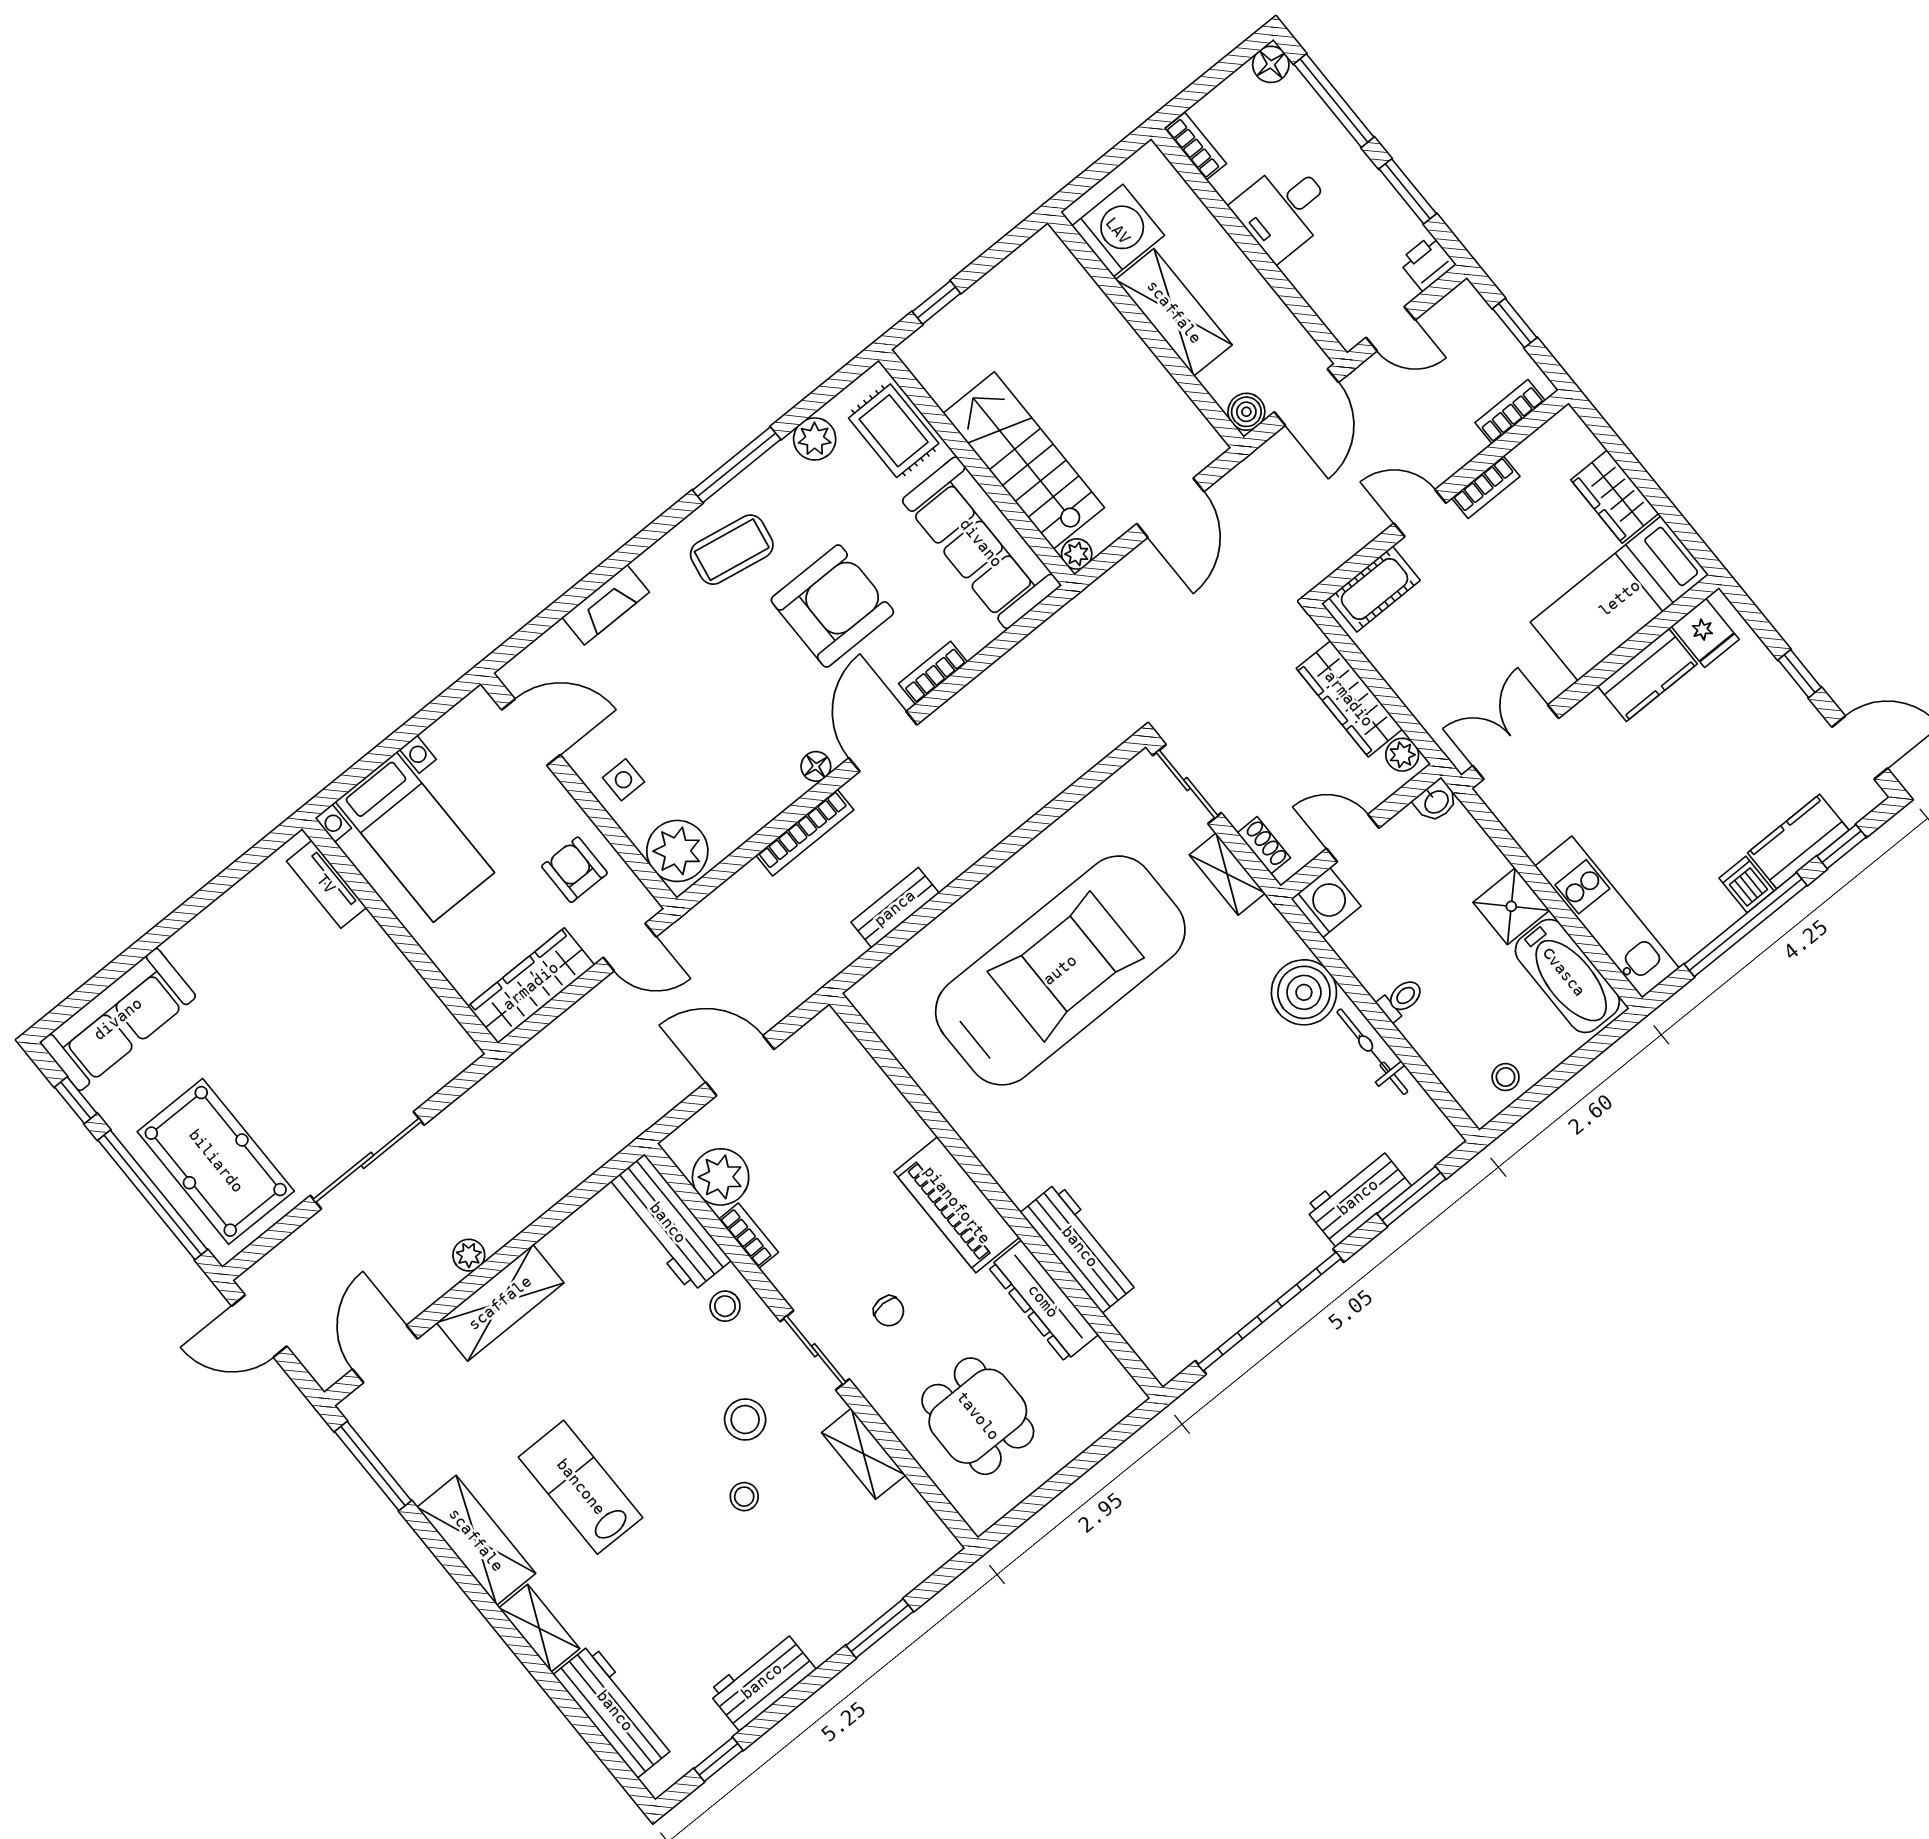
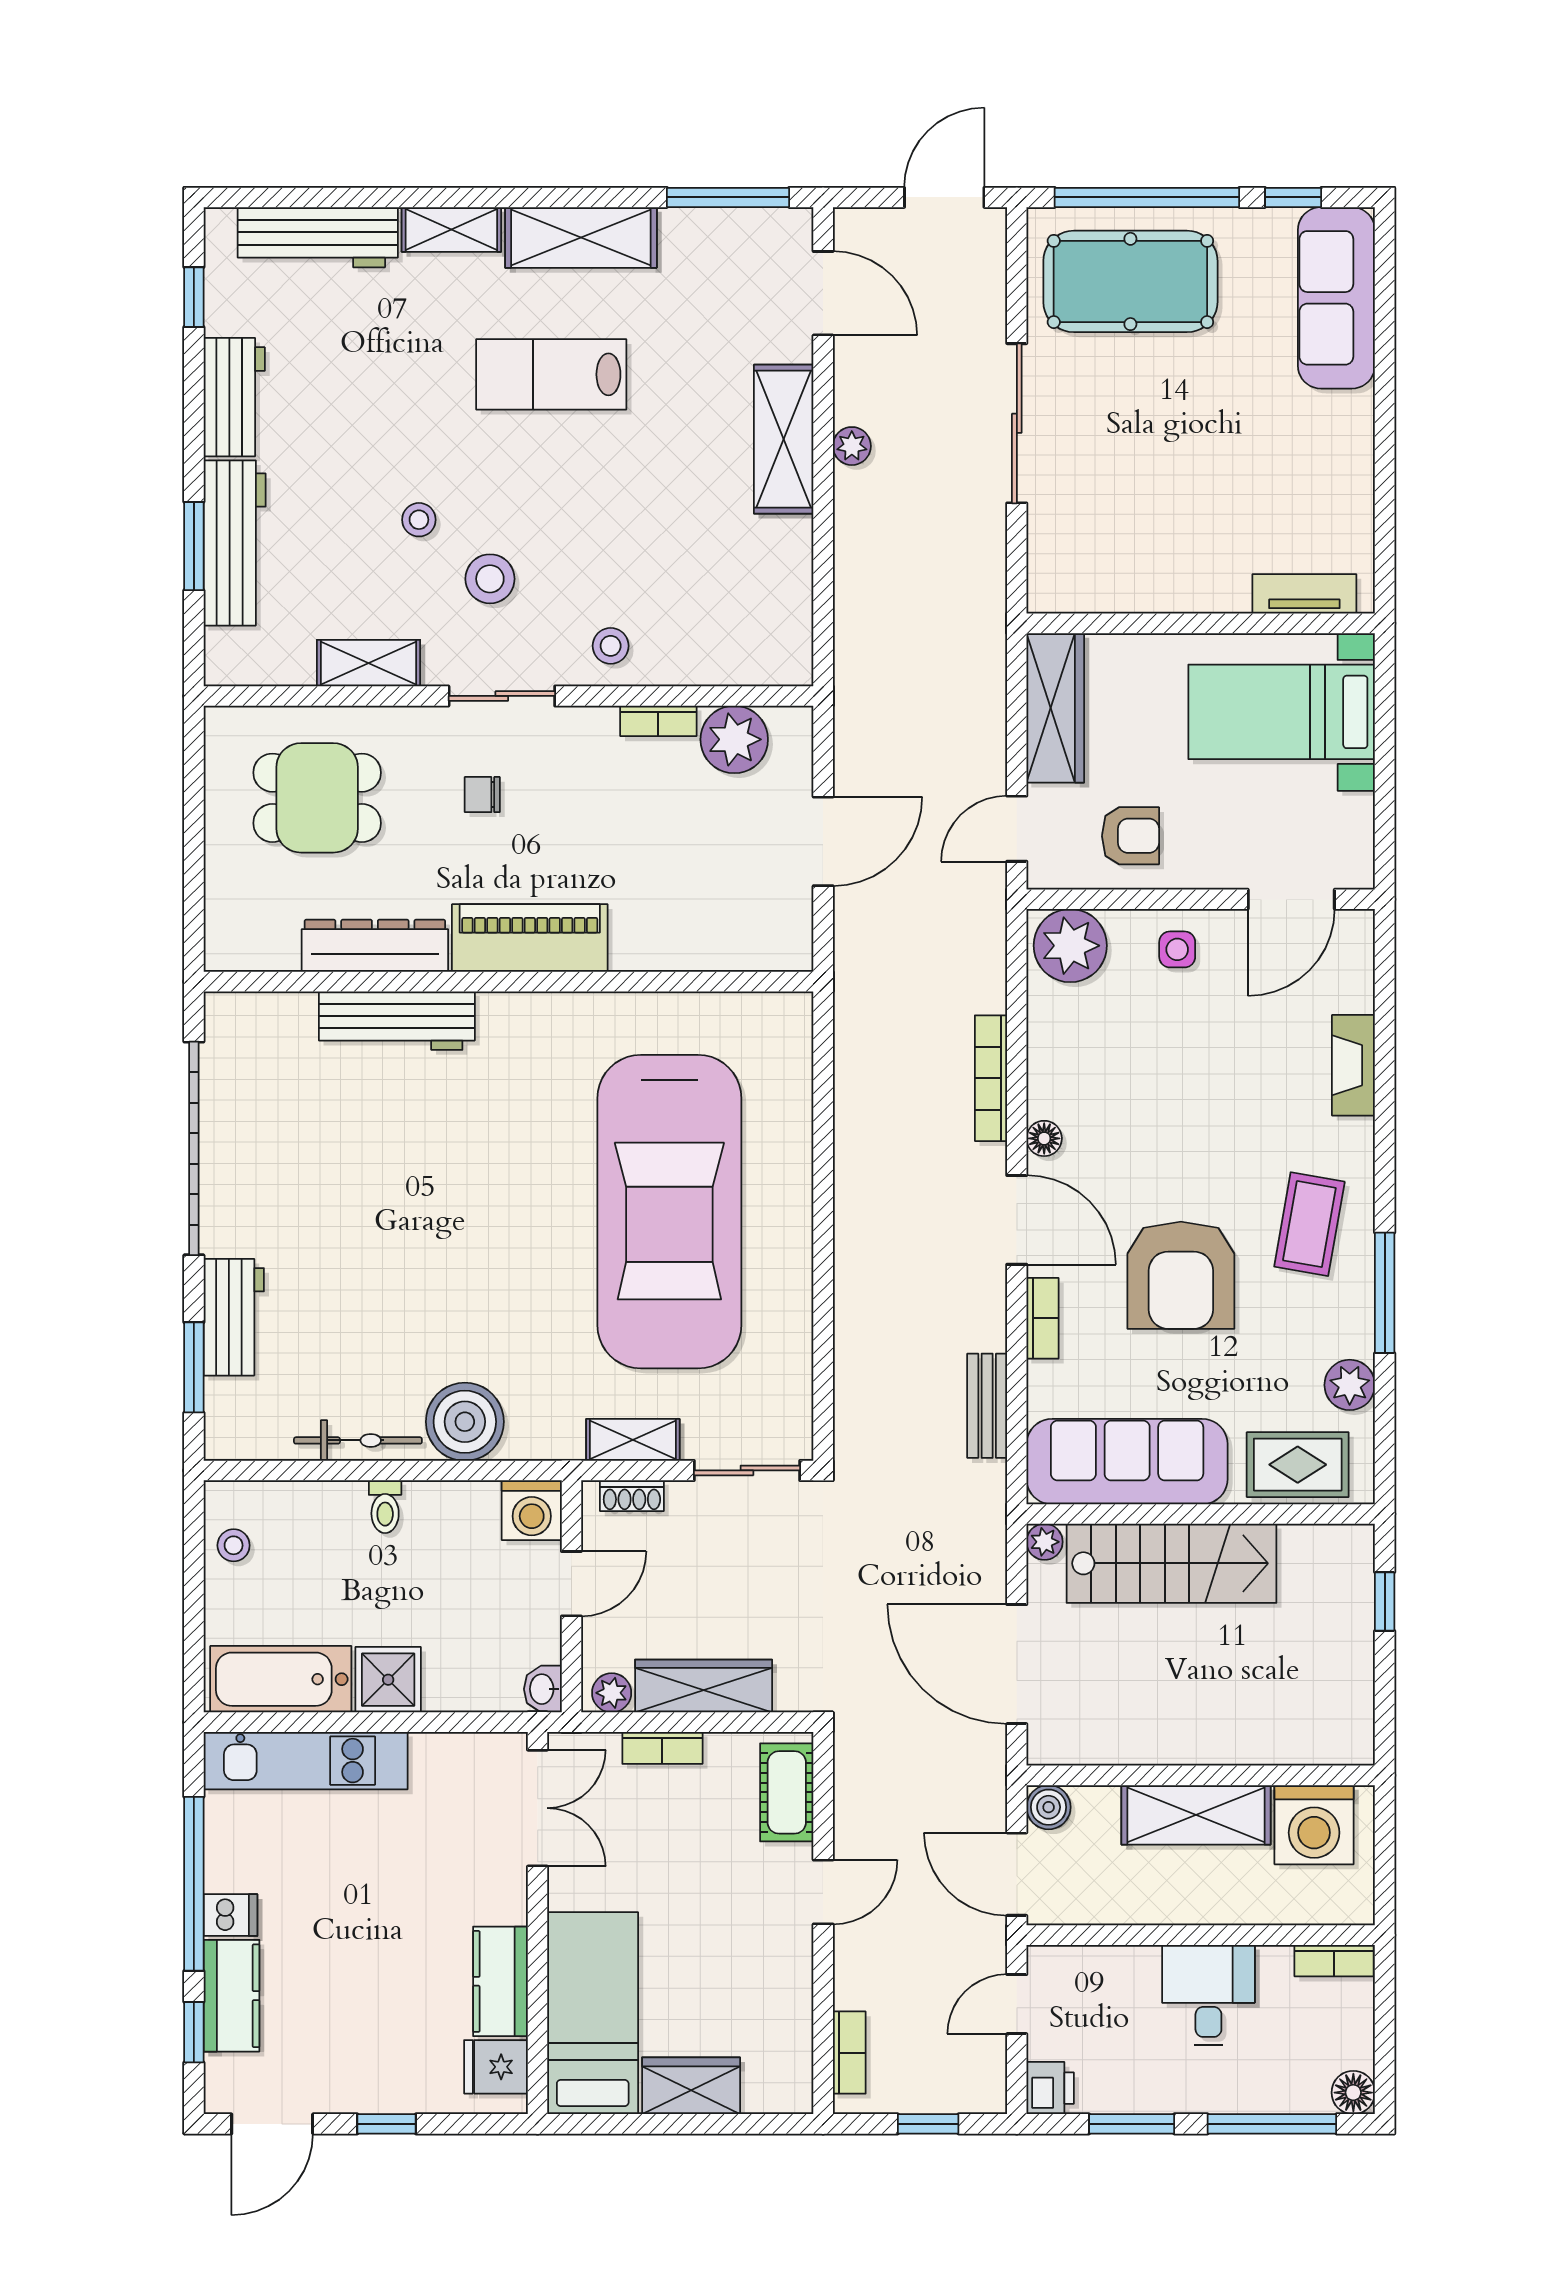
bookcase: (1486, 487) -> (662, 1748), moved, turned -90
door: (1170, 508) -> (1017, 1664), width x1.36
bench: (895, 908) -> (987, 1406), moved
workbench: (668, 1223) -> (235, 543), moved, turned 90
lab bench: (581, 1487) -> (551, 374), turned 180

